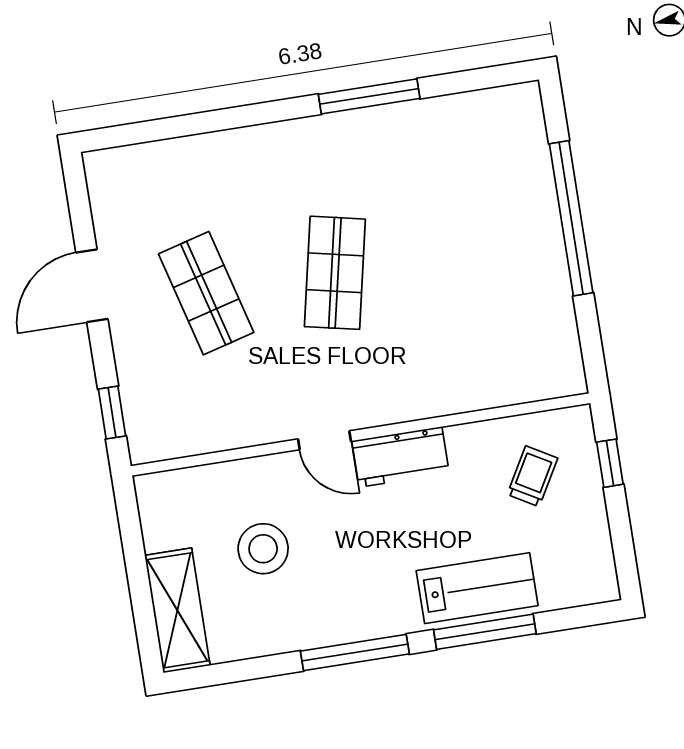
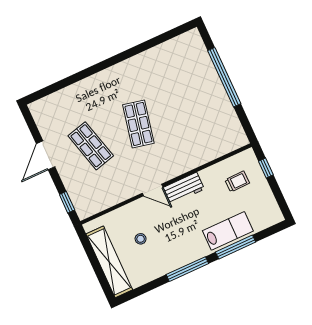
window: (369, 96) -> (133, 52), removed
trolley: (532, 476) -> (237, 182), turned 59
stool: (263, 549) -> (141, 239), width x0.53, depth x0.53
shelving: (177, 610) -> (109, 262), width x1.47

